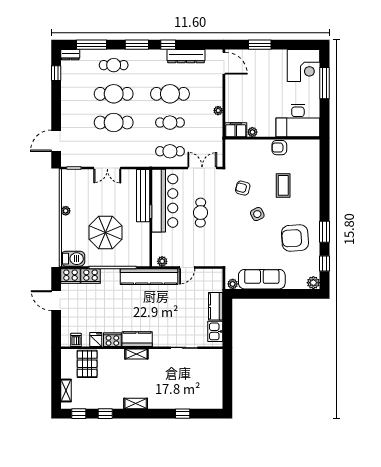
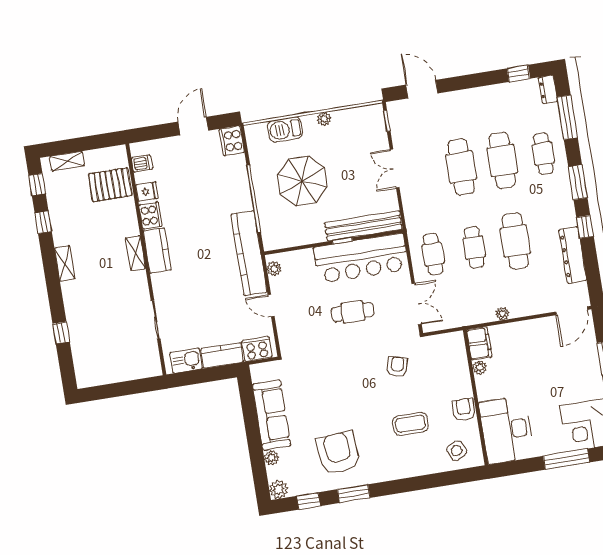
side table: (257, 214) -> (457, 451), moved
barbecue: (73, 259) -> (285, 129), moved, turned 90
cooker: (91, 276) -> (257, 349), moved, turned 90
plant: (233, 284) -> (271, 458), moved

